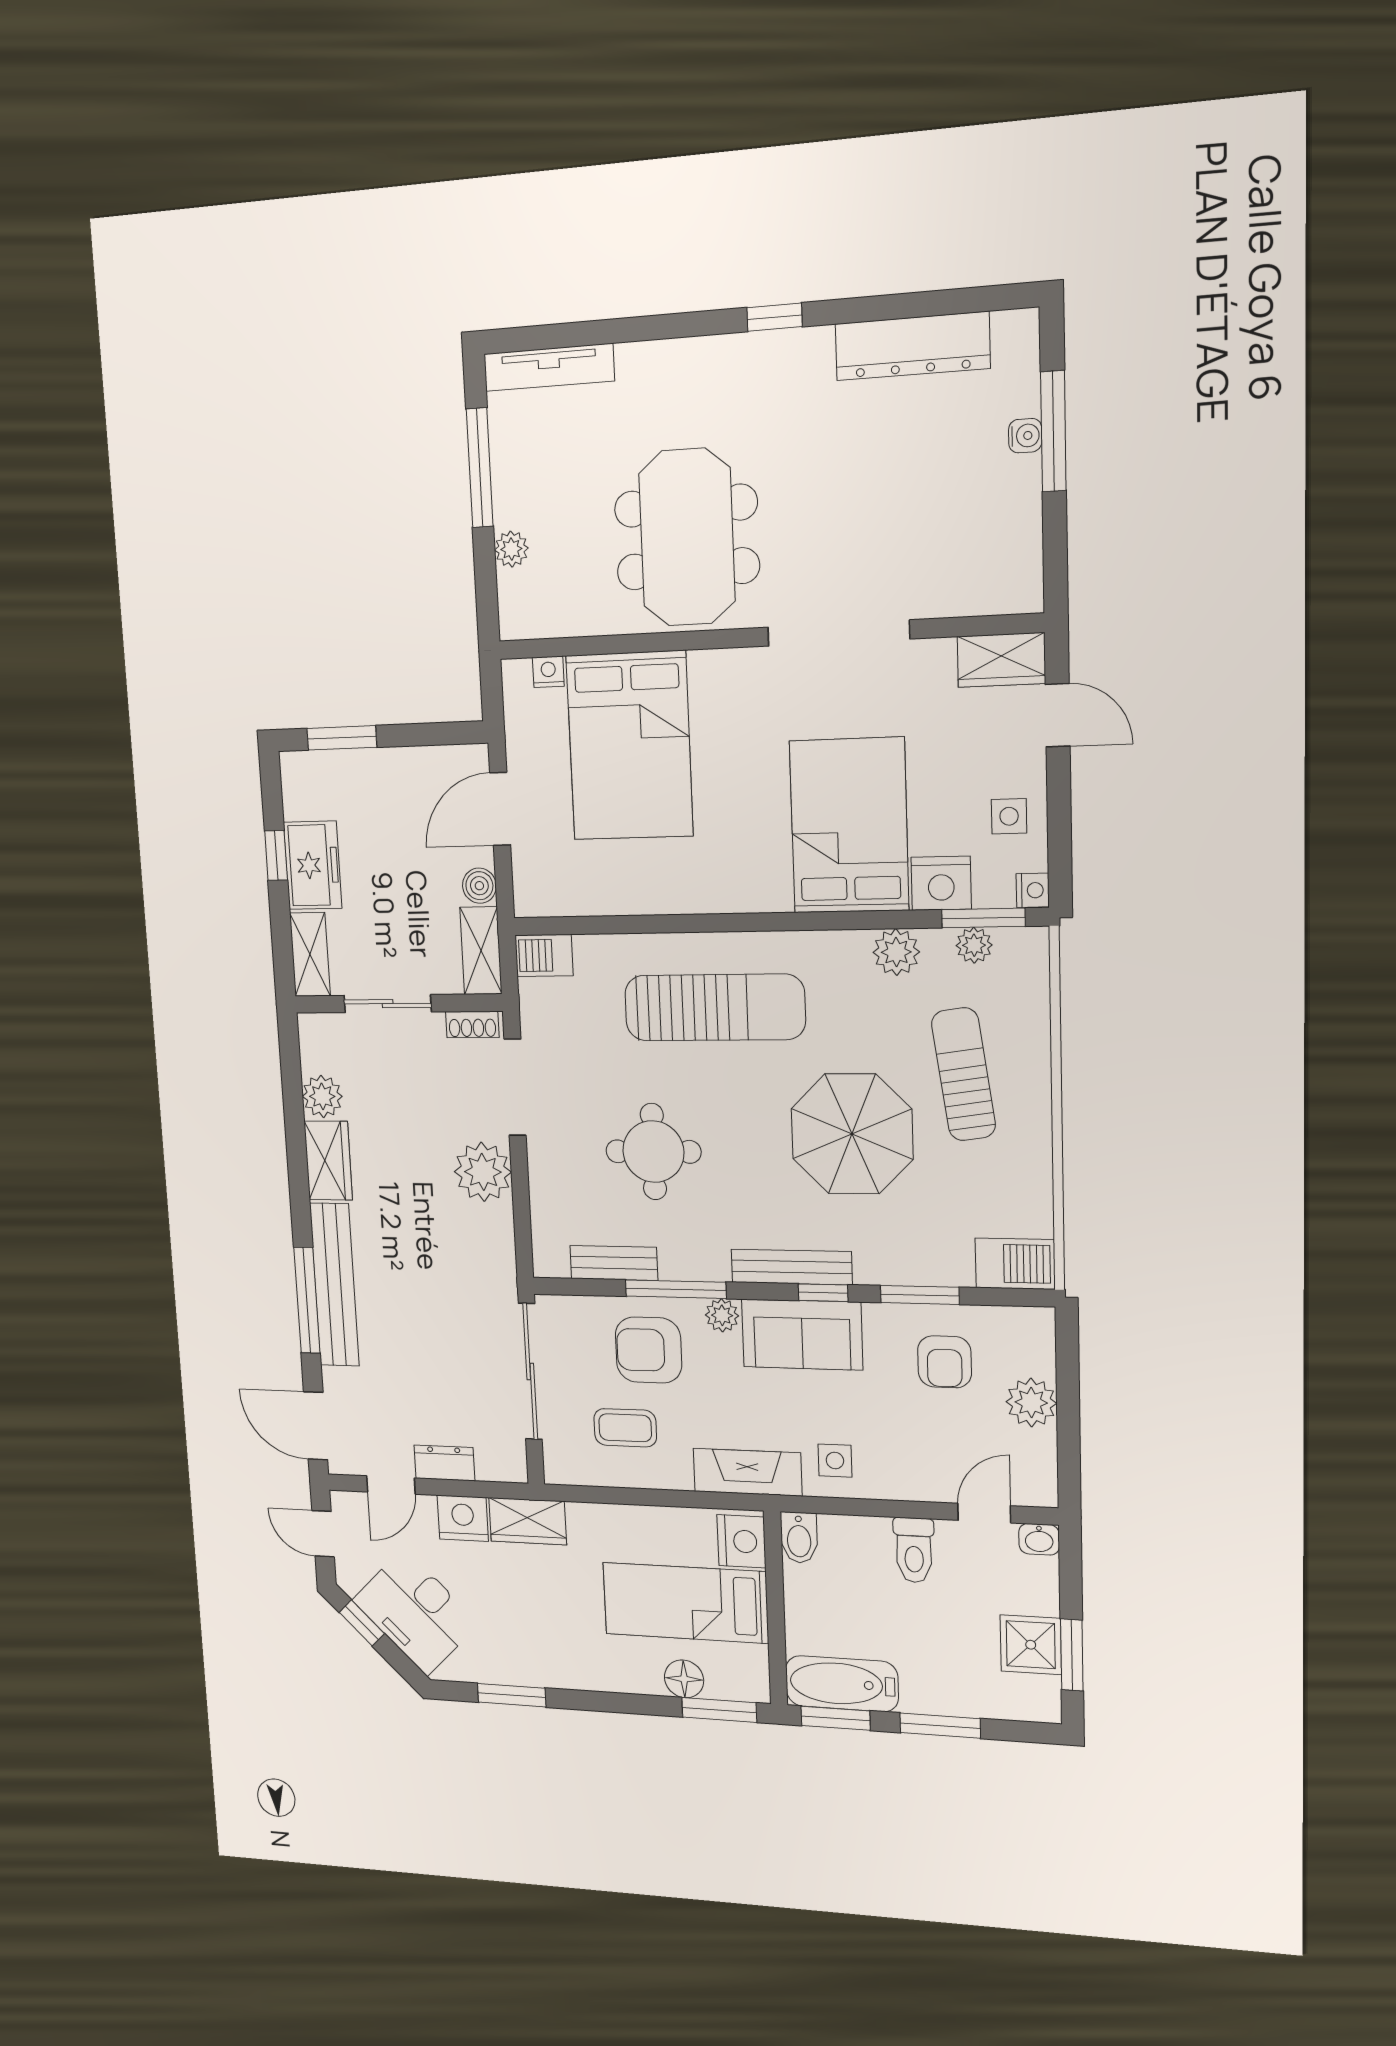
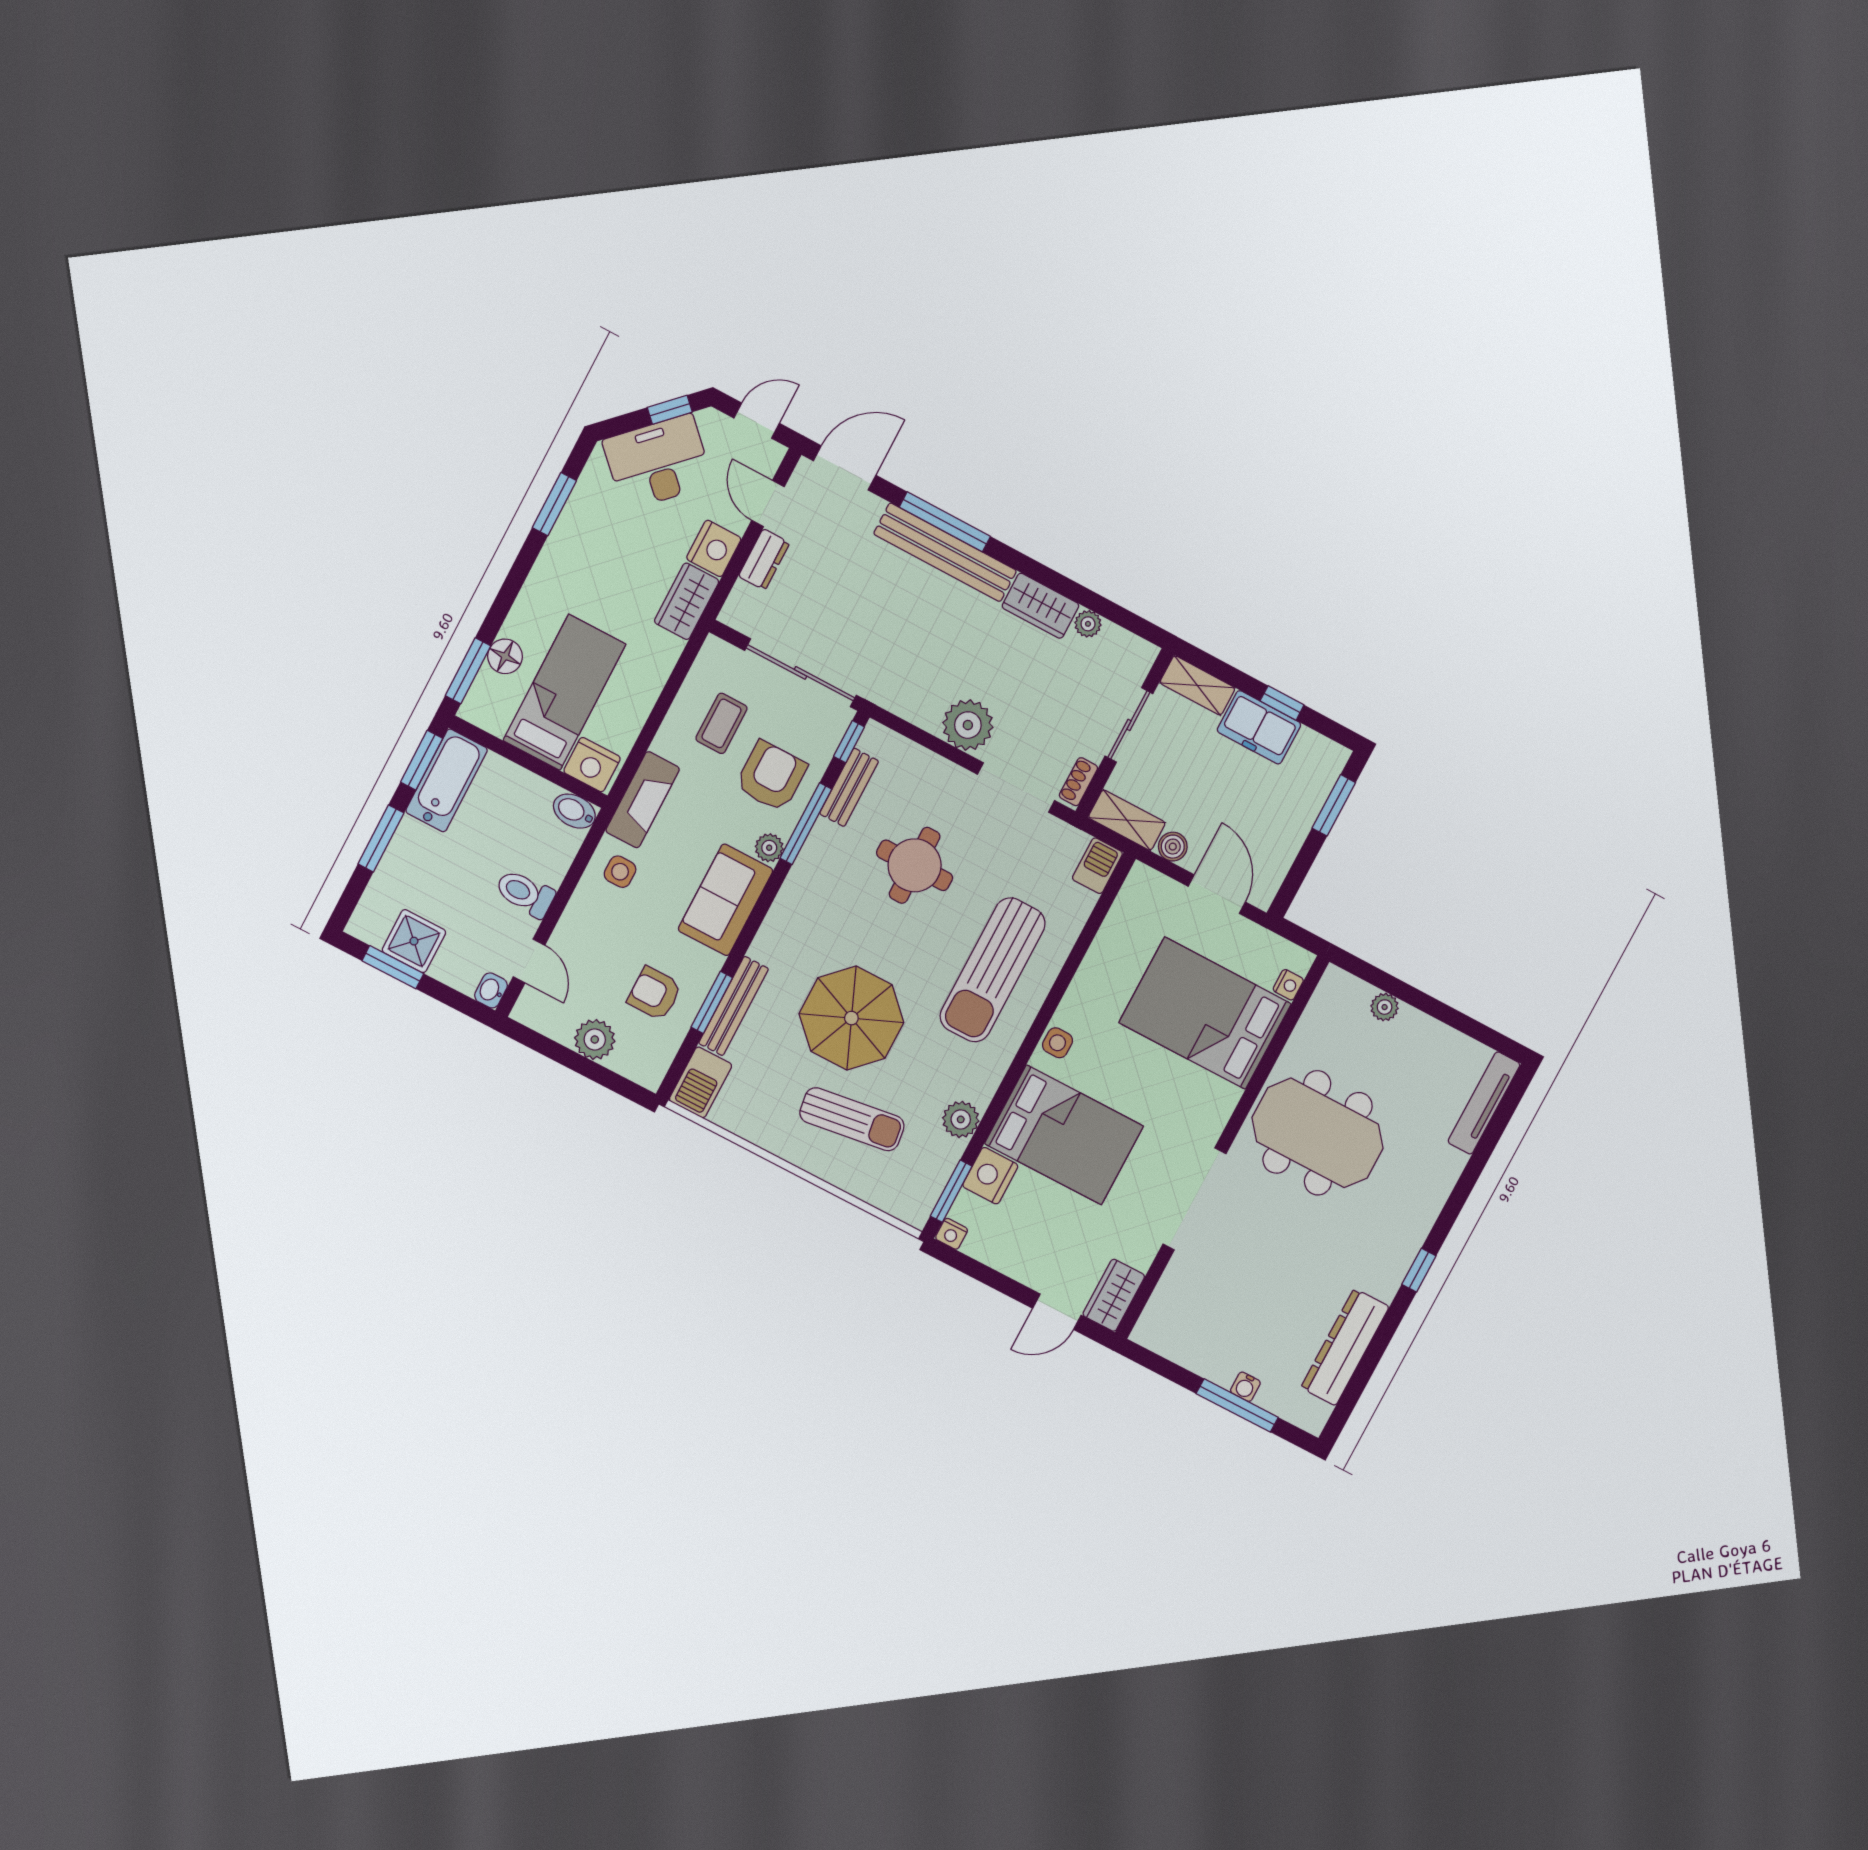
window: (480, 468) -> (1451, 1017), removed
side table: (1009, 816) -> (1057, 1043), moved
plant: (974, 945) -> (936, 1175), removed
plant: (322, 1096) -> (1088, 624), width x0.73, depth x0.73
bench: (791, 1267) -> (734, 1006), moved
window: (823, 1293) -> (849, 742), moved

